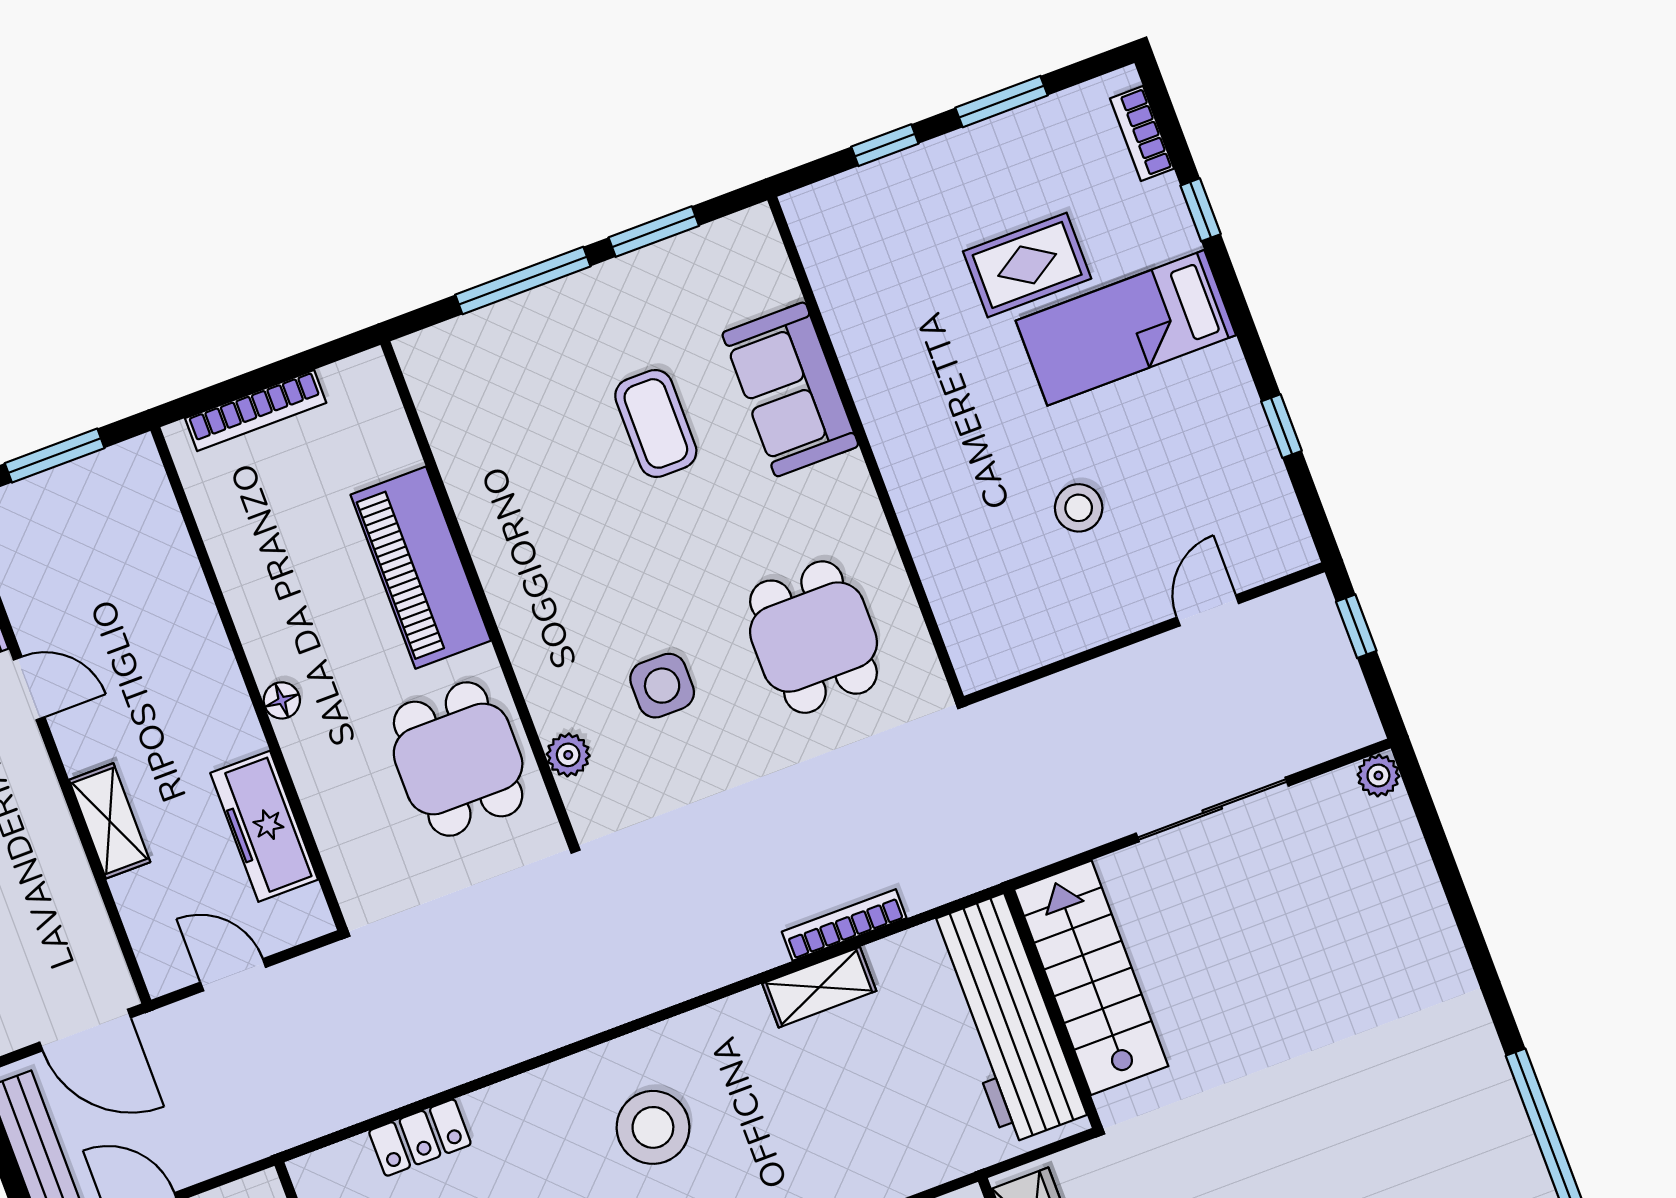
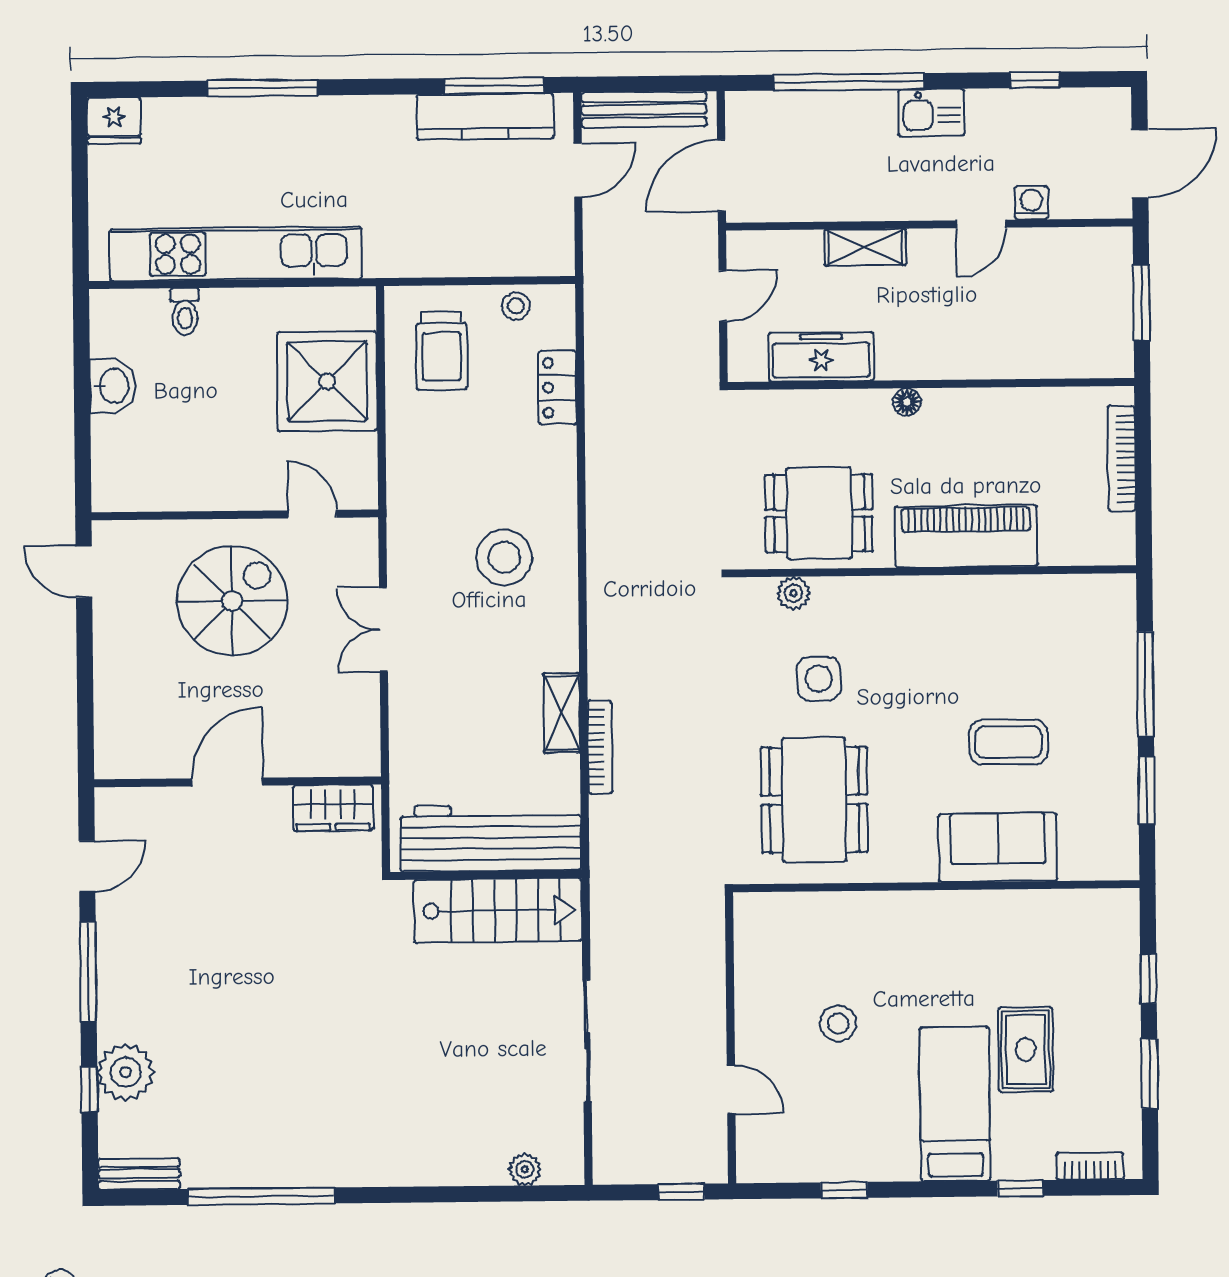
dining table: (814, 637) -> (814, 800), width x1.37
plant: (1378, 775) -> (525, 1169), moved

